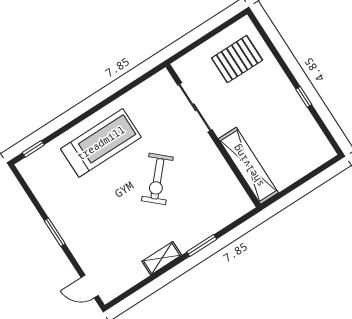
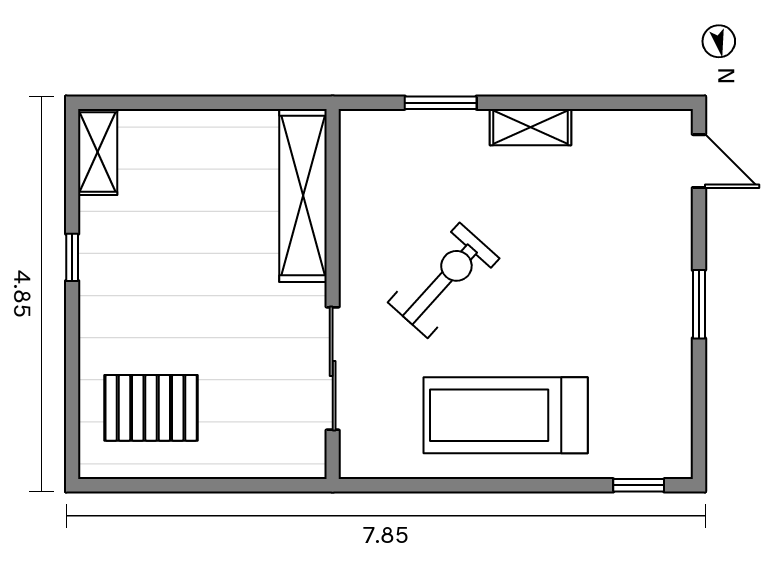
sliding door: (195, 107) -> (333, 369), moved
wall: (213, 136) -> (333, 294), moved
shelving: (320, 143) -> (98, 152), added
shelving: (248, 166) -> (303, 195), moved

